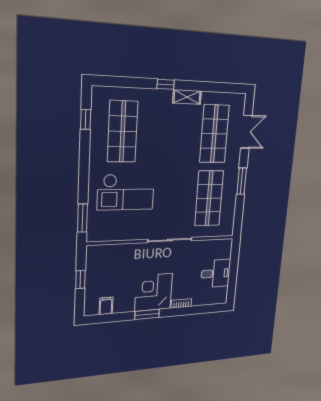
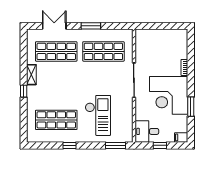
window: (86, 119) -> (70, 145), moved
desk: (216, 273) -> (147, 131), moved, turned -90
corner desk: (154, 292) -> (169, 95), width x1.36, depth x1.36
filing cabinet: (106, 306) -> (181, 137), moved
window: (147, 314) -> (191, 107), moved

